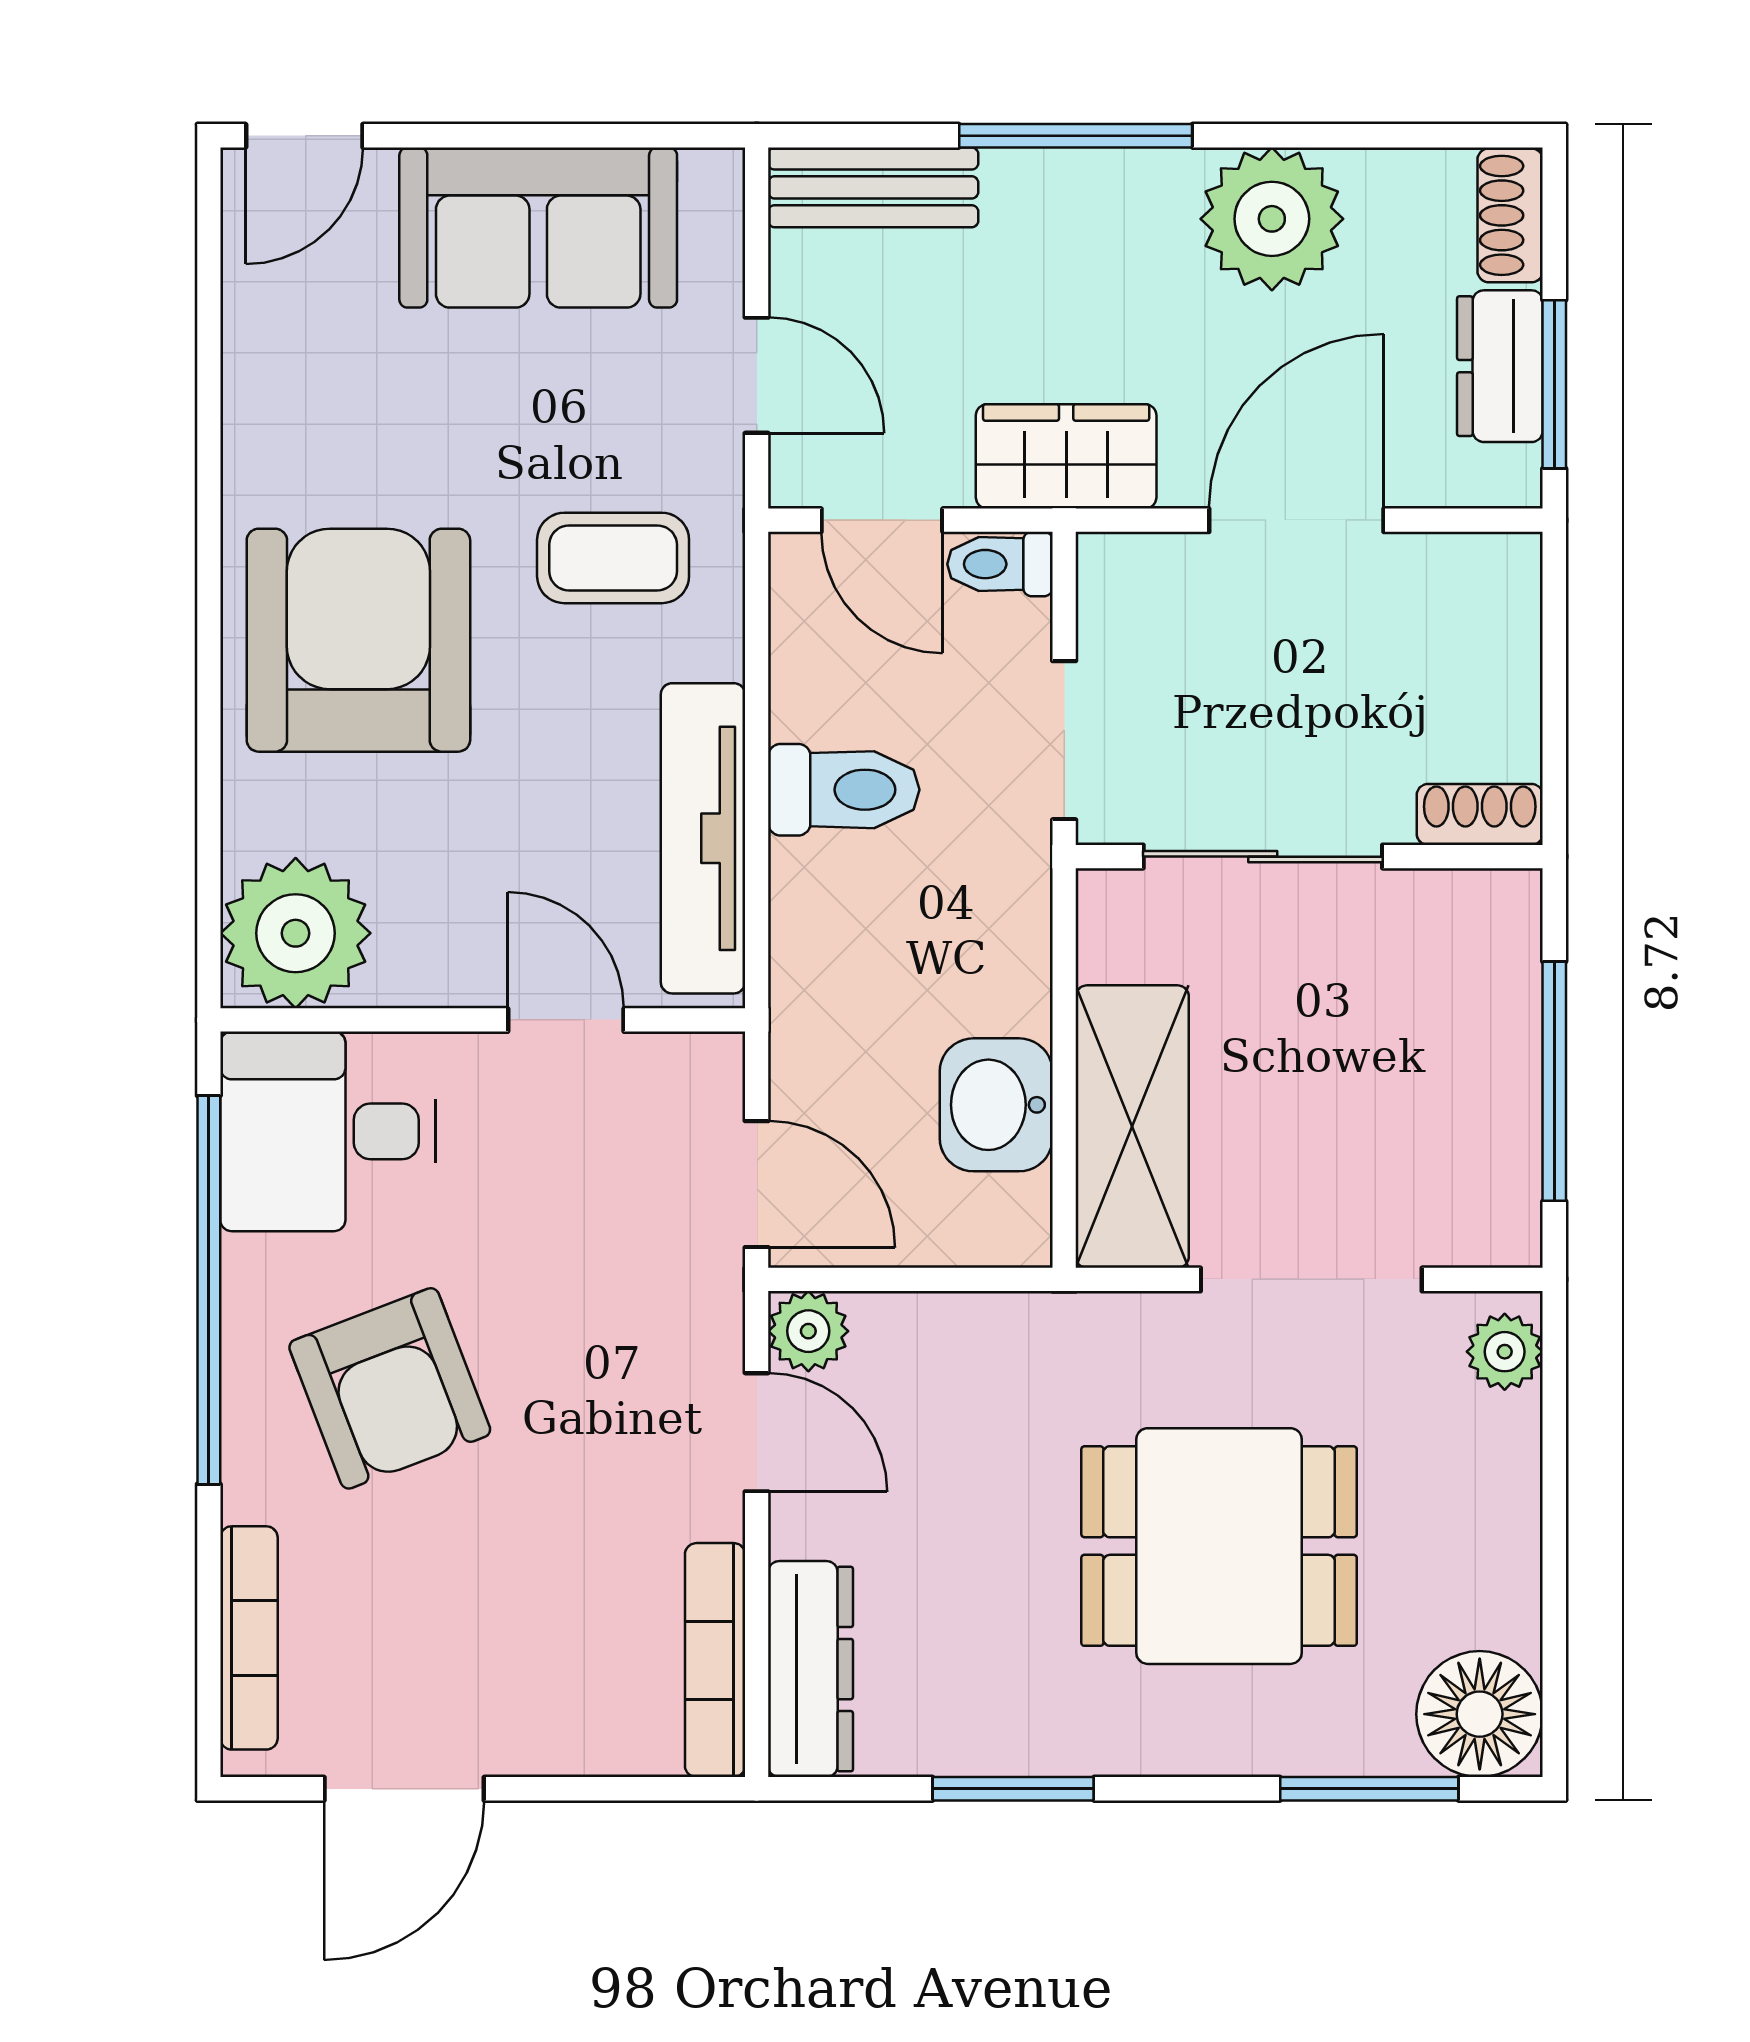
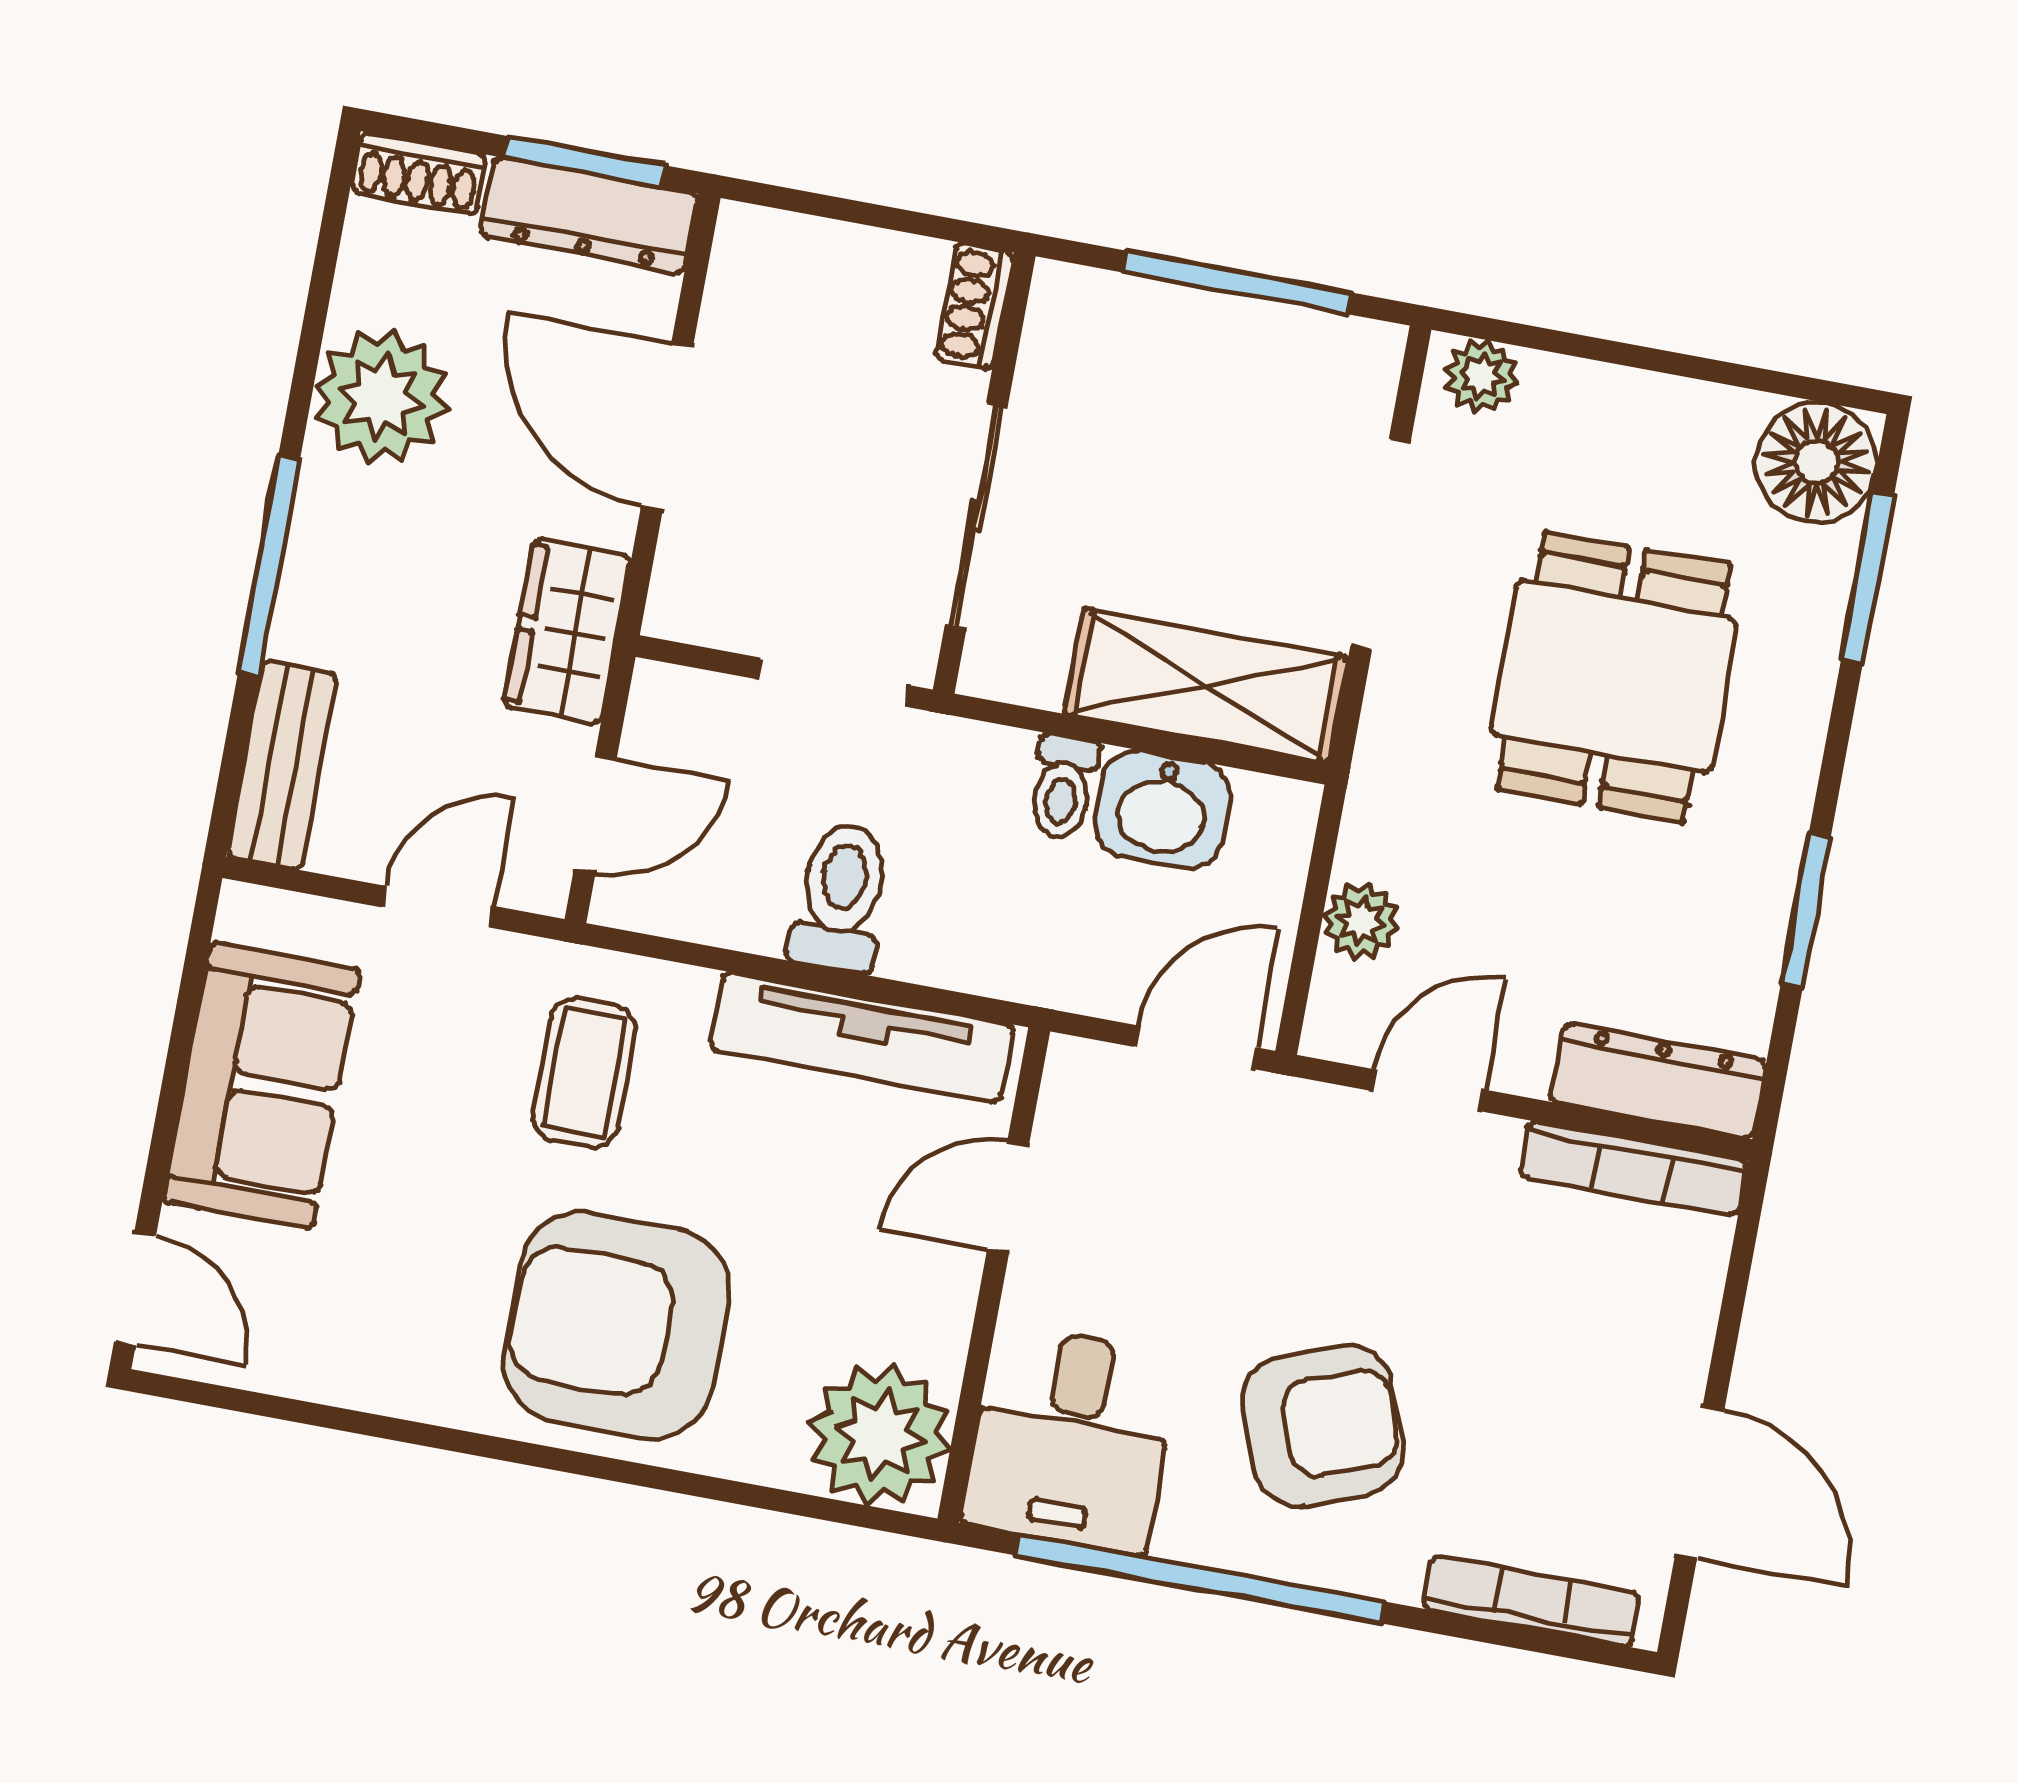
dresser: (1500, 366) -> (589, 215), width x1.44
toilet: (1000, 564) -> (1063, 787), moved
plant: (808, 1331) -> (1361, 921), moved

